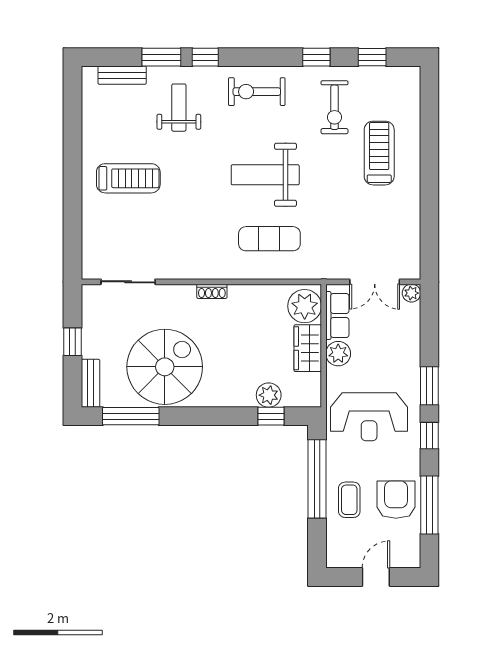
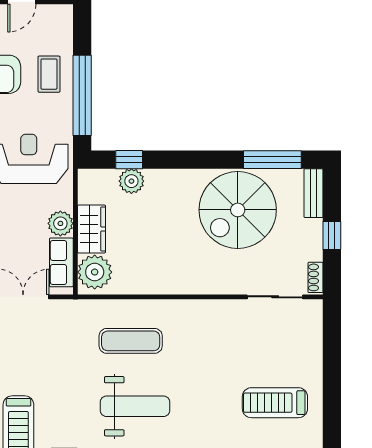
shoe rack: (212, 291) -> (315, 277), moved, turned -90

